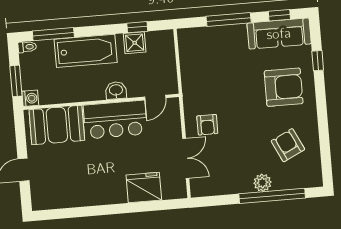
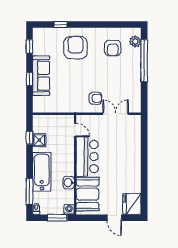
window: (229, 19) -> (29, 79), width x0.46
sofa: (279, 34) -> (41, 76), moved
washbasin: (116, 90) -> (69, 183), moved
armchair: (288, 145) -> (113, 48), turned -64
plant: (262, 183) -> (135, 42), moved
fridge: (144, 187) -> (132, 204), moved

